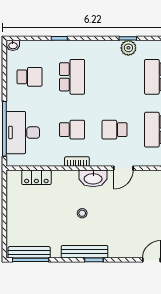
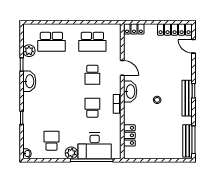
washbasin: (106, 48) -> (29, 81), added
plant: (128, 48) -> (29, 51), moved
school desk: (72, 77) -> (51, 108), removed
plant: (14, 102) -> (71, 153), added

